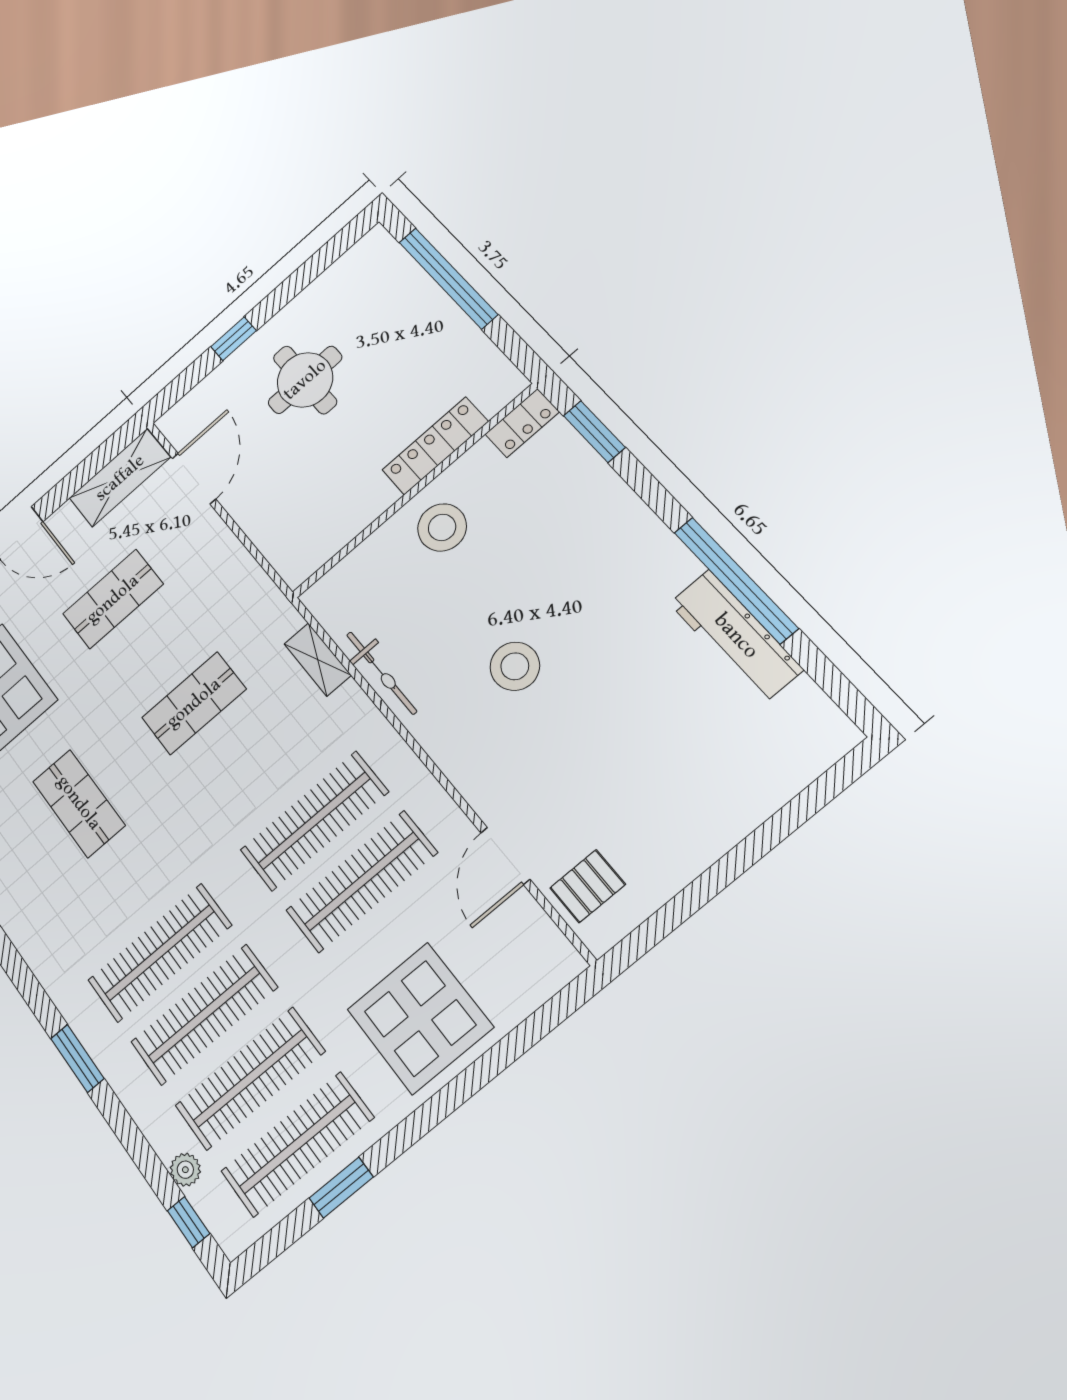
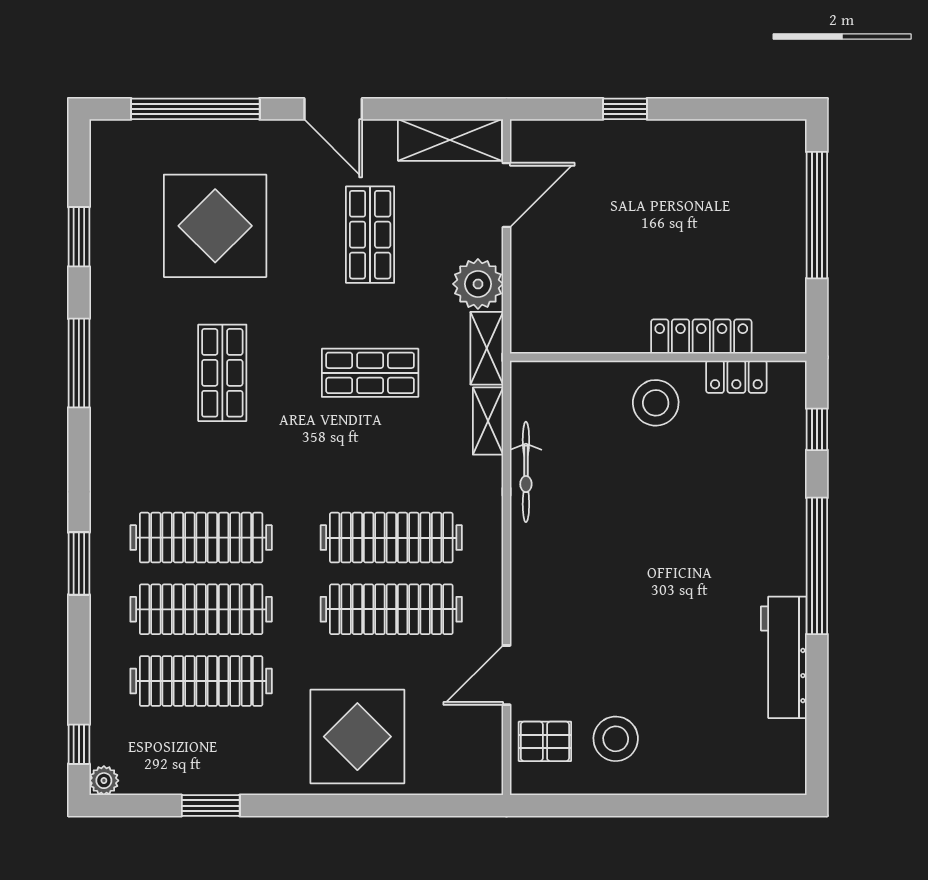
round table: (305, 380) -> (651, 195), removed
locker: (522, 423) -> (736, 377), moved
window: (594, 432) -> (817, 429), width x0.67
plant: (225, 562) -> (478, 284), added
window: (736, 580) -> (817, 566), moved
shop shelf: (113, 599) -> (370, 235), turned 90
shelving: (271, 604) -> (487, 348), added
stool: (515, 666) -> (616, 739), moved
clothes rail: (297, 1145) -> (201, 753), removed
plant: (185, 1170) -> (104, 781), moved

